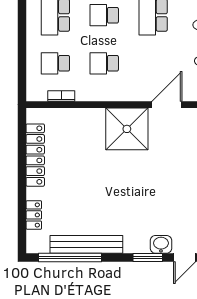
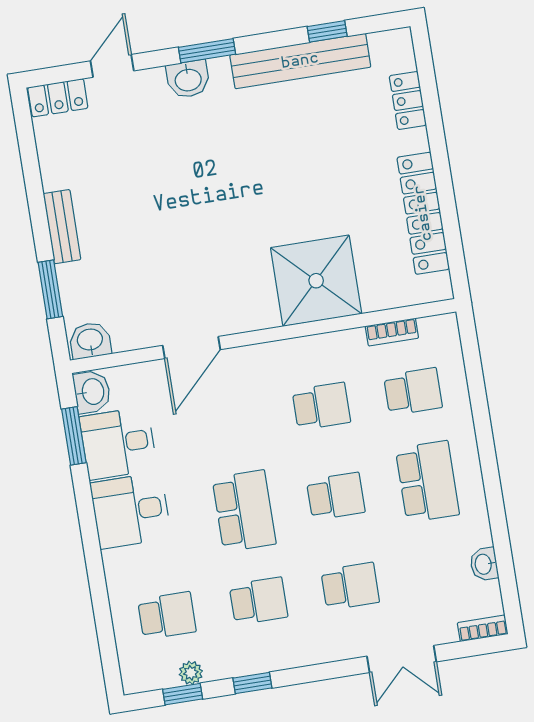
shower: (127, 129) -> (316, 281), moved
washbasin: (161, 244) -> (188, 79), moved
window: (70, 258) -> (327, 31), width x0.32
window: (148, 258) -> (207, 51), moved

